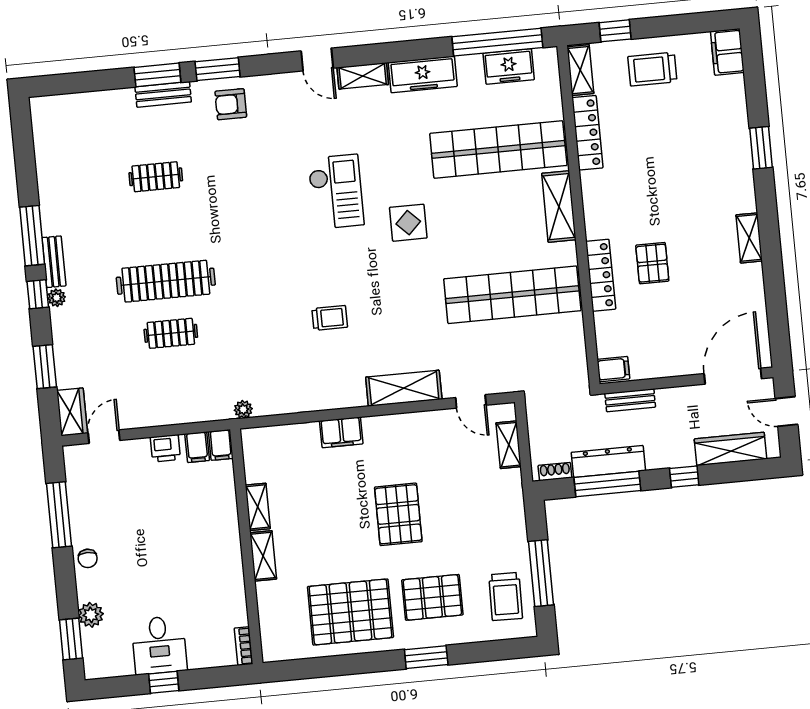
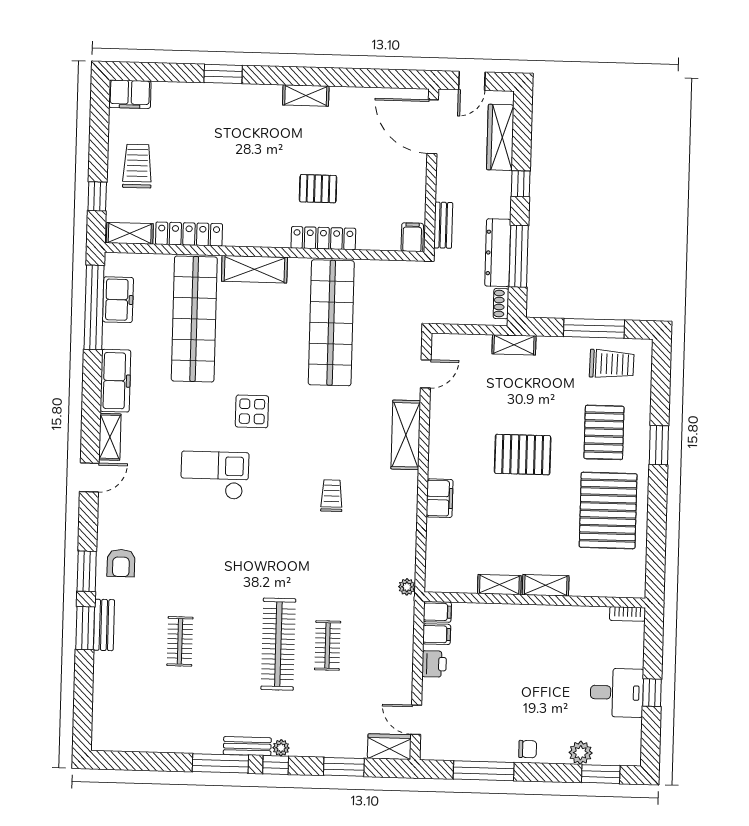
trolley: (652, 69) -> (137, 166), turned 180
shelving: (509, 445) -> (514, 345), moved

